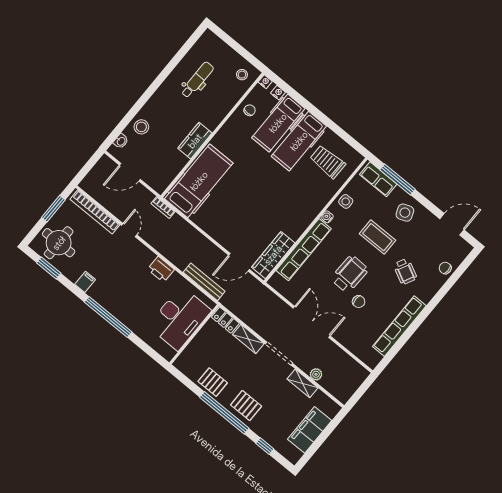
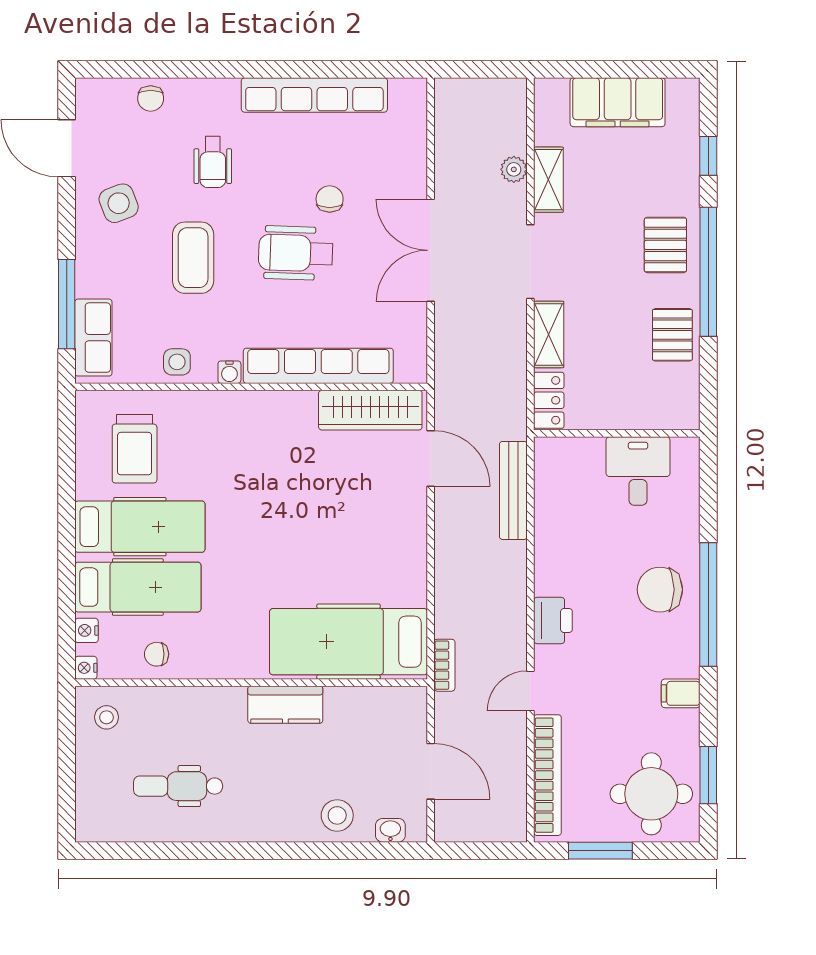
side table: (405, 213) -> (119, 203), moved
printer: (161, 269) -> (553, 621), moved
wheelchair: (405, 271) -> (213, 162), turned 153
chair: (127, 304) -> (660, 590), added
desk: (179, 318) -> (638, 471), width x0.53, depth x0.77

